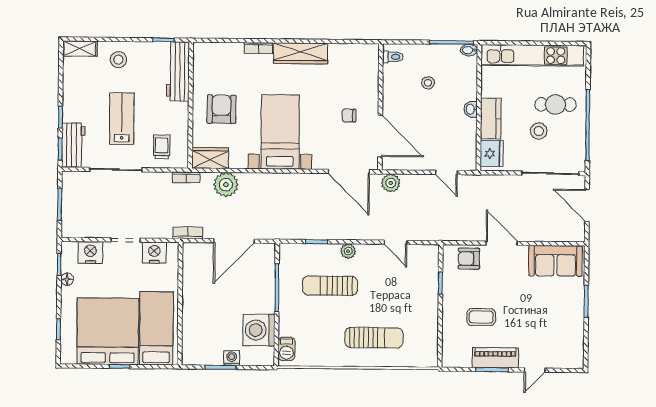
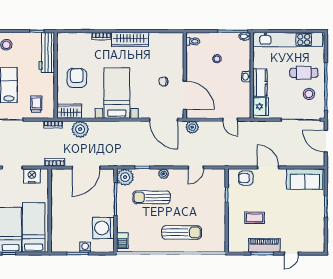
stool: (539, 131) -> (309, 94), moved
door: (396, 242) -> (196, 167), hinge flipped
plant: (291, 256) -> (125, 177), added

